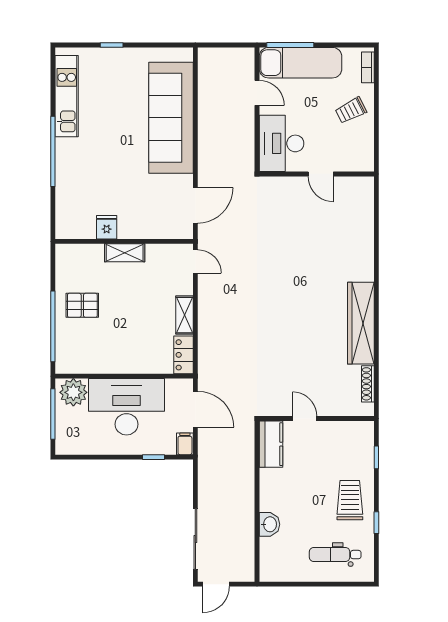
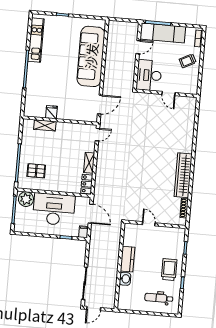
door: (257, 93) -> (138, 47), hinge flipped
shelving: (125, 253) -> (45, 125), moved
door: (195, 261) -> (97, 135), hinge flipped
pallet: (82, 305) -> (36, 171), moved
kitchen counter: (271, 444) -> (127, 259), moved

